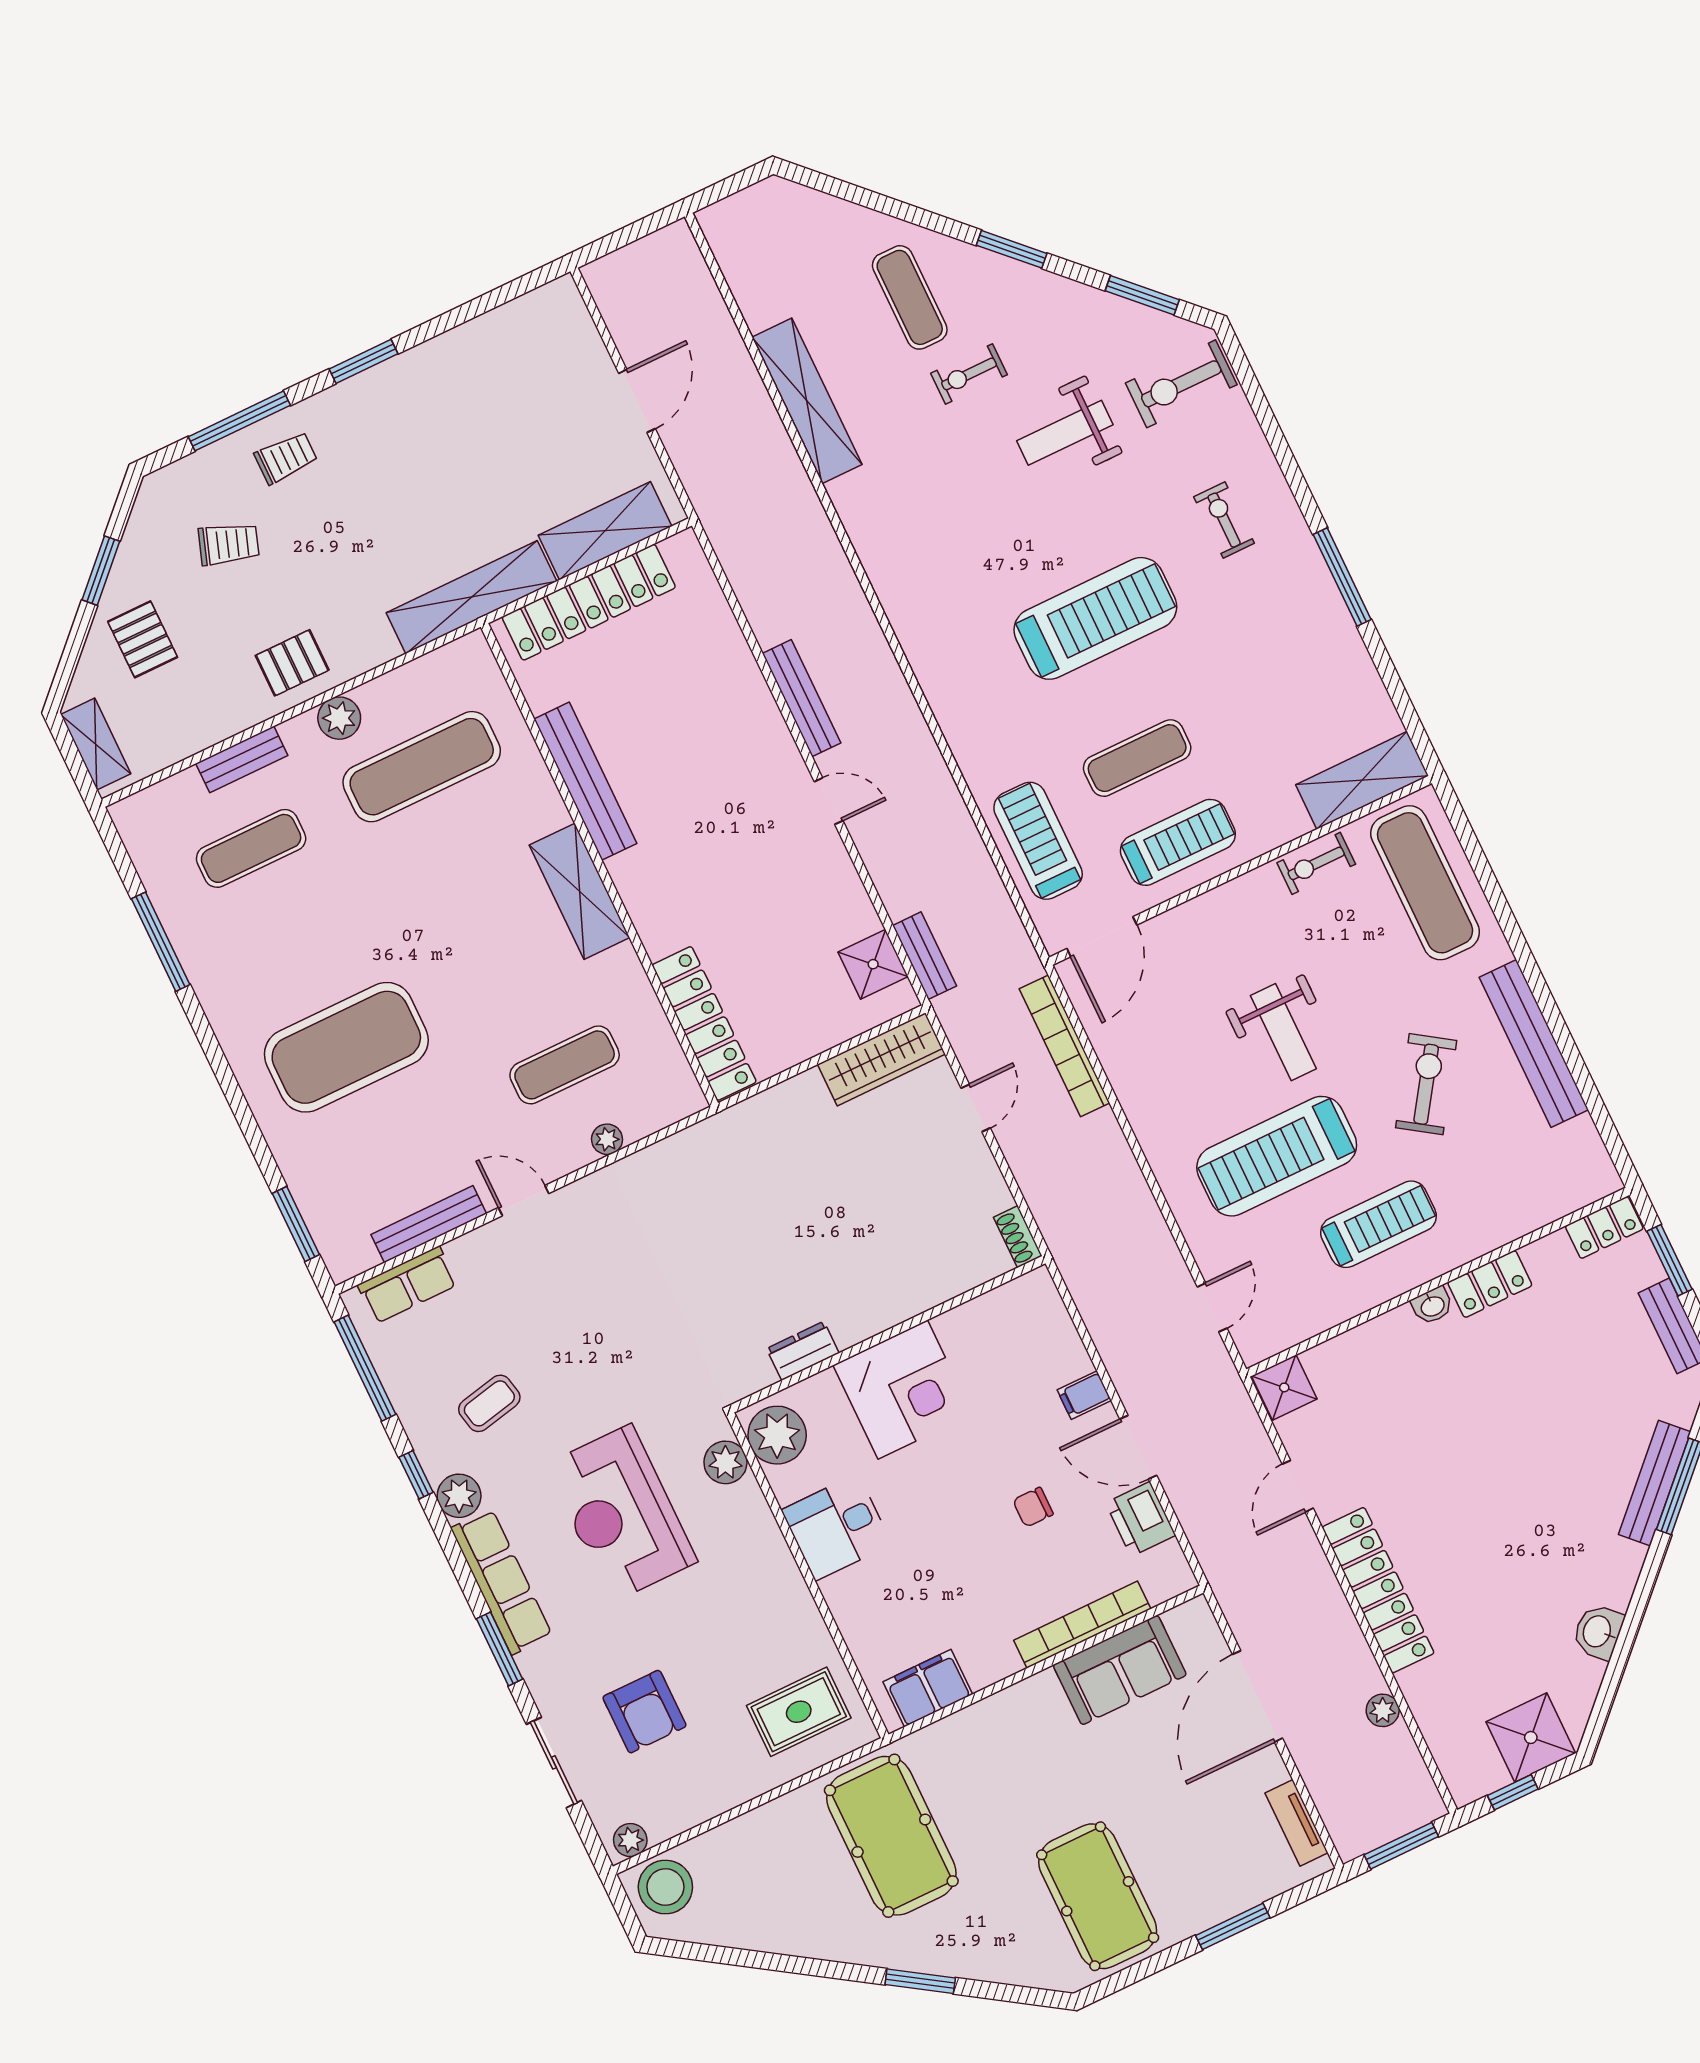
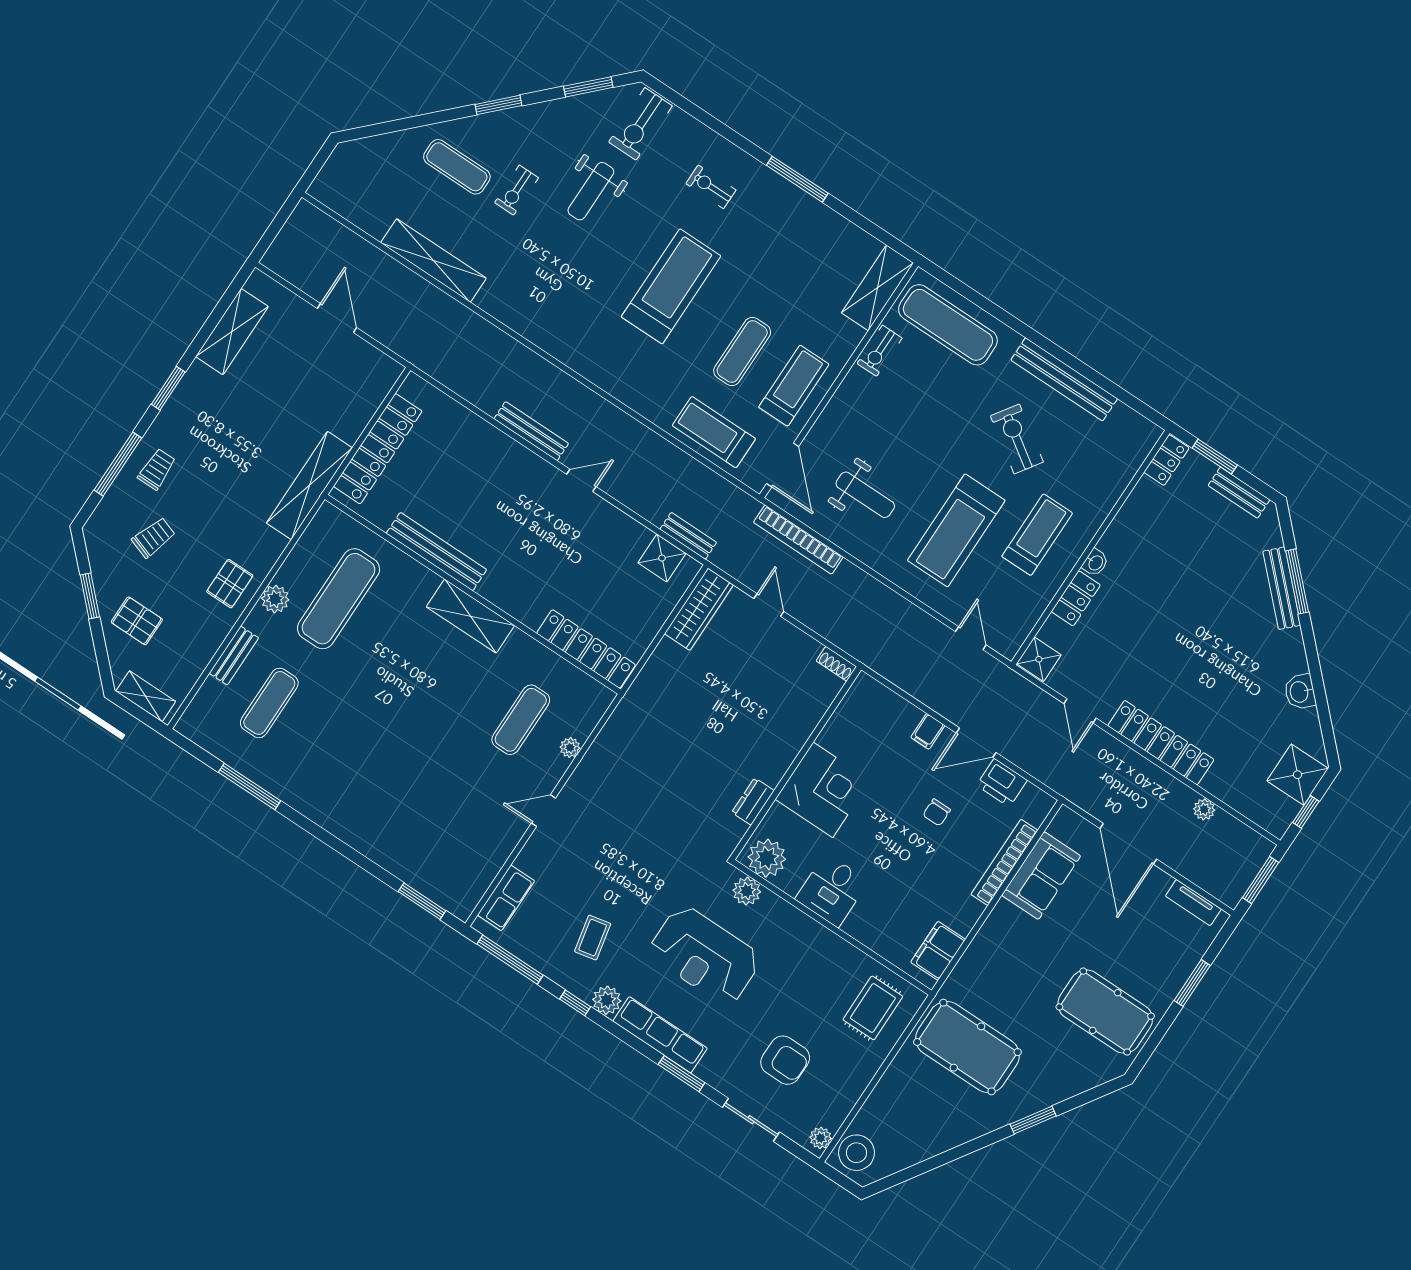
shelving: (605, 531) -> (232, 332), moved
weight bench: (1283, 1032) -> (865, 495), moved
exercise mat: (346, 1047) -> (391, 784), removed
bench: (429, 1224) -> (497, 856), removed
locker: (1490, 1284) -> (1076, 598), moved

